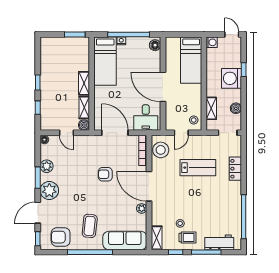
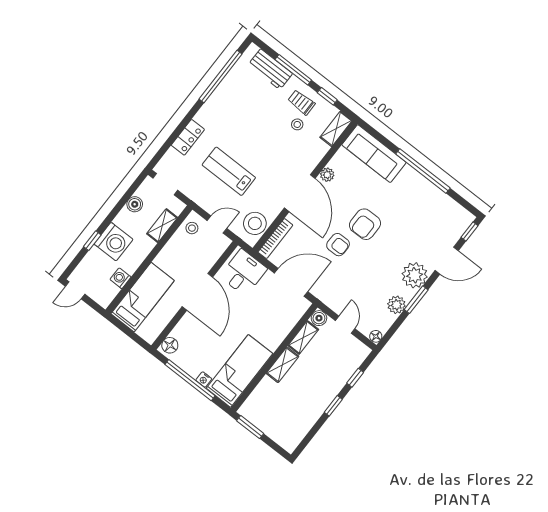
door: (232, 35) -> (75, 290), hinge flipped
washing machine: (212, 42) -> (120, 278), moved
door: (115, 133) -> (291, 282), swing flipped
coffee table: (90, 226) -> (400, 201), removed
armchair: (61, 237) -> (365, 224), moved, turned 90

